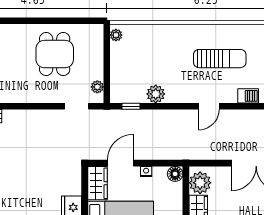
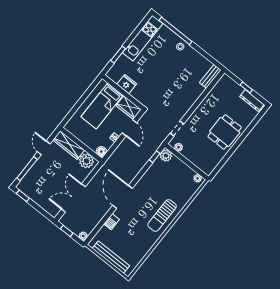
dining table: (55, 54) -> (225, 132), moved, turned 90
sun lounger: (220, 59) -> (162, 215), moved
plant: (156, 94) -> (166, 156), moved
door: (209, 106) -> (122, 197), width x1.87

